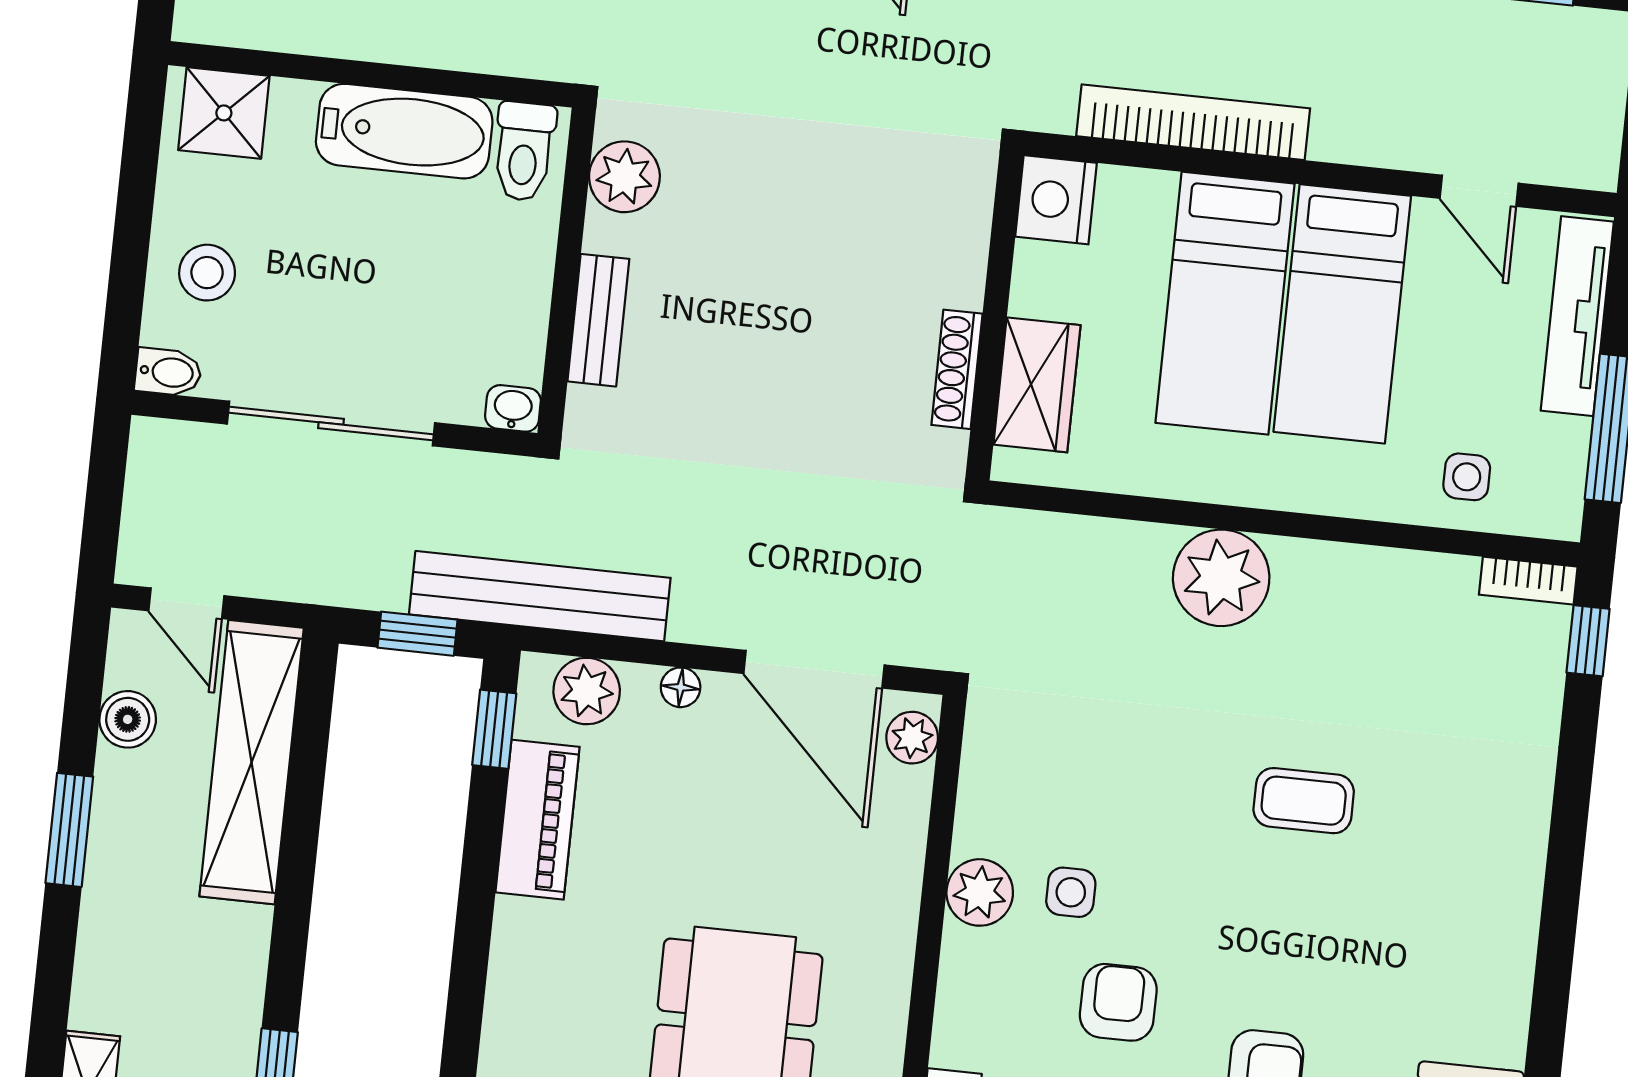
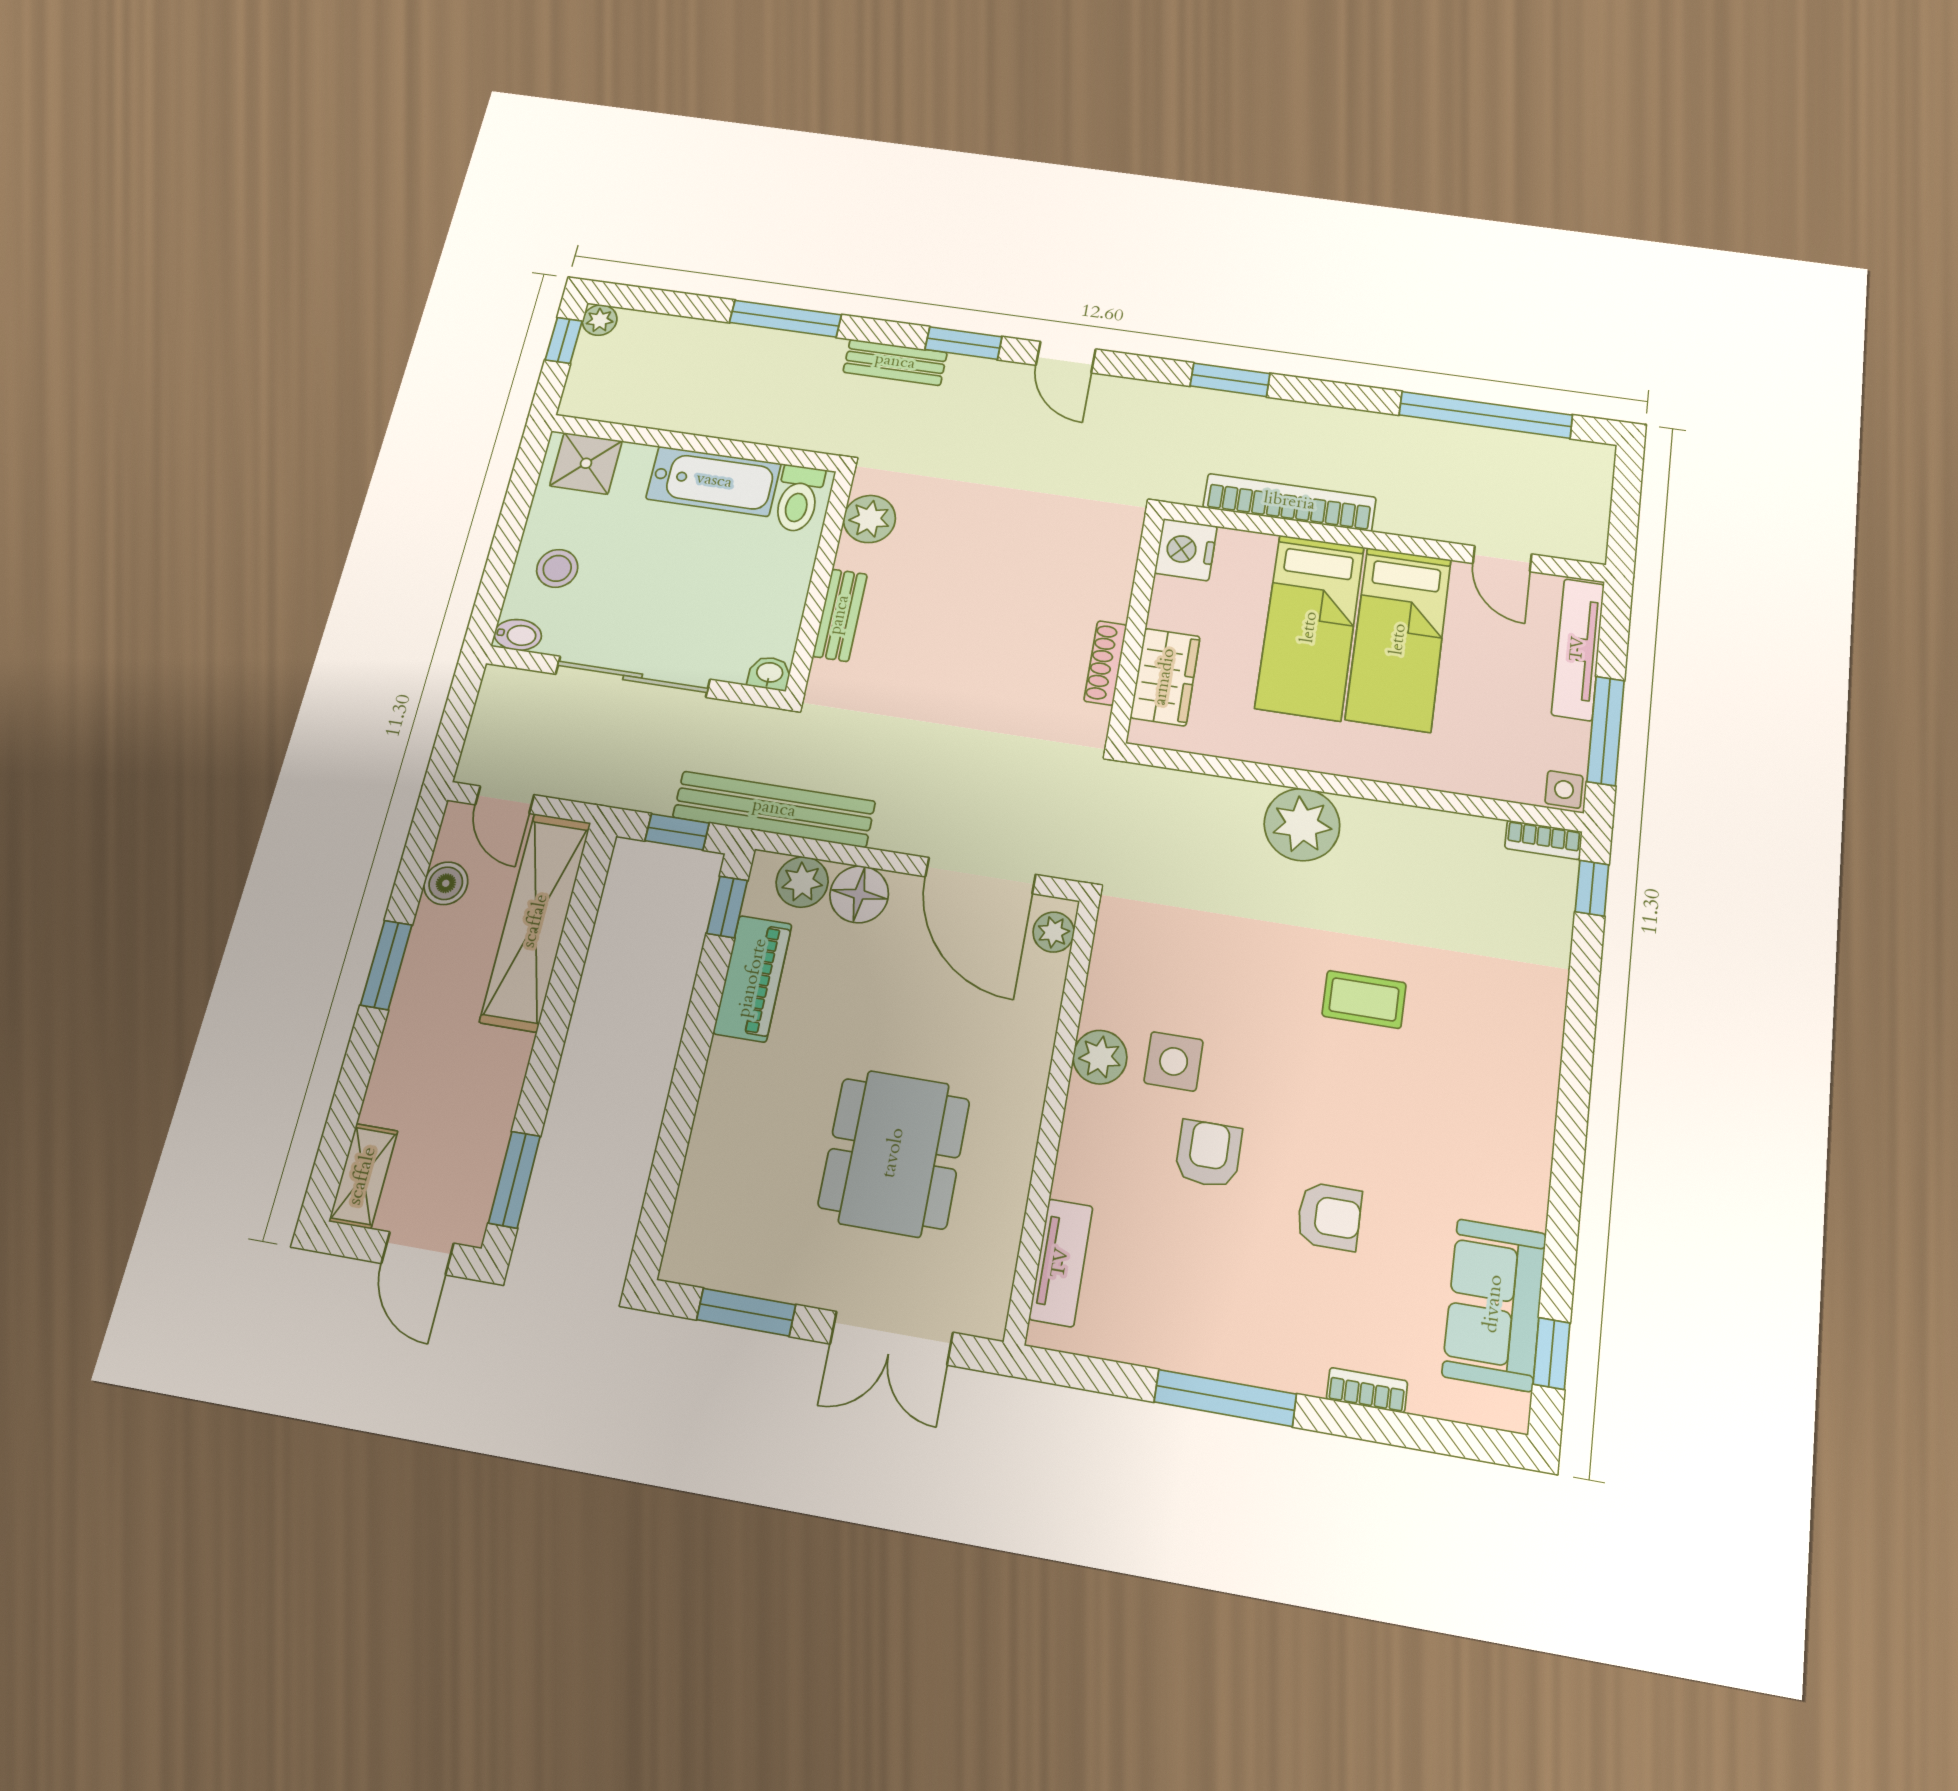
side table: (1467, 477) -> (1564, 790), moved
floor lamp: (681, 687) -> (859, 894), width x1.89, depth x1.89
side table: (1071, 892) -> (1174, 1061), width x1.37, depth x1.37

